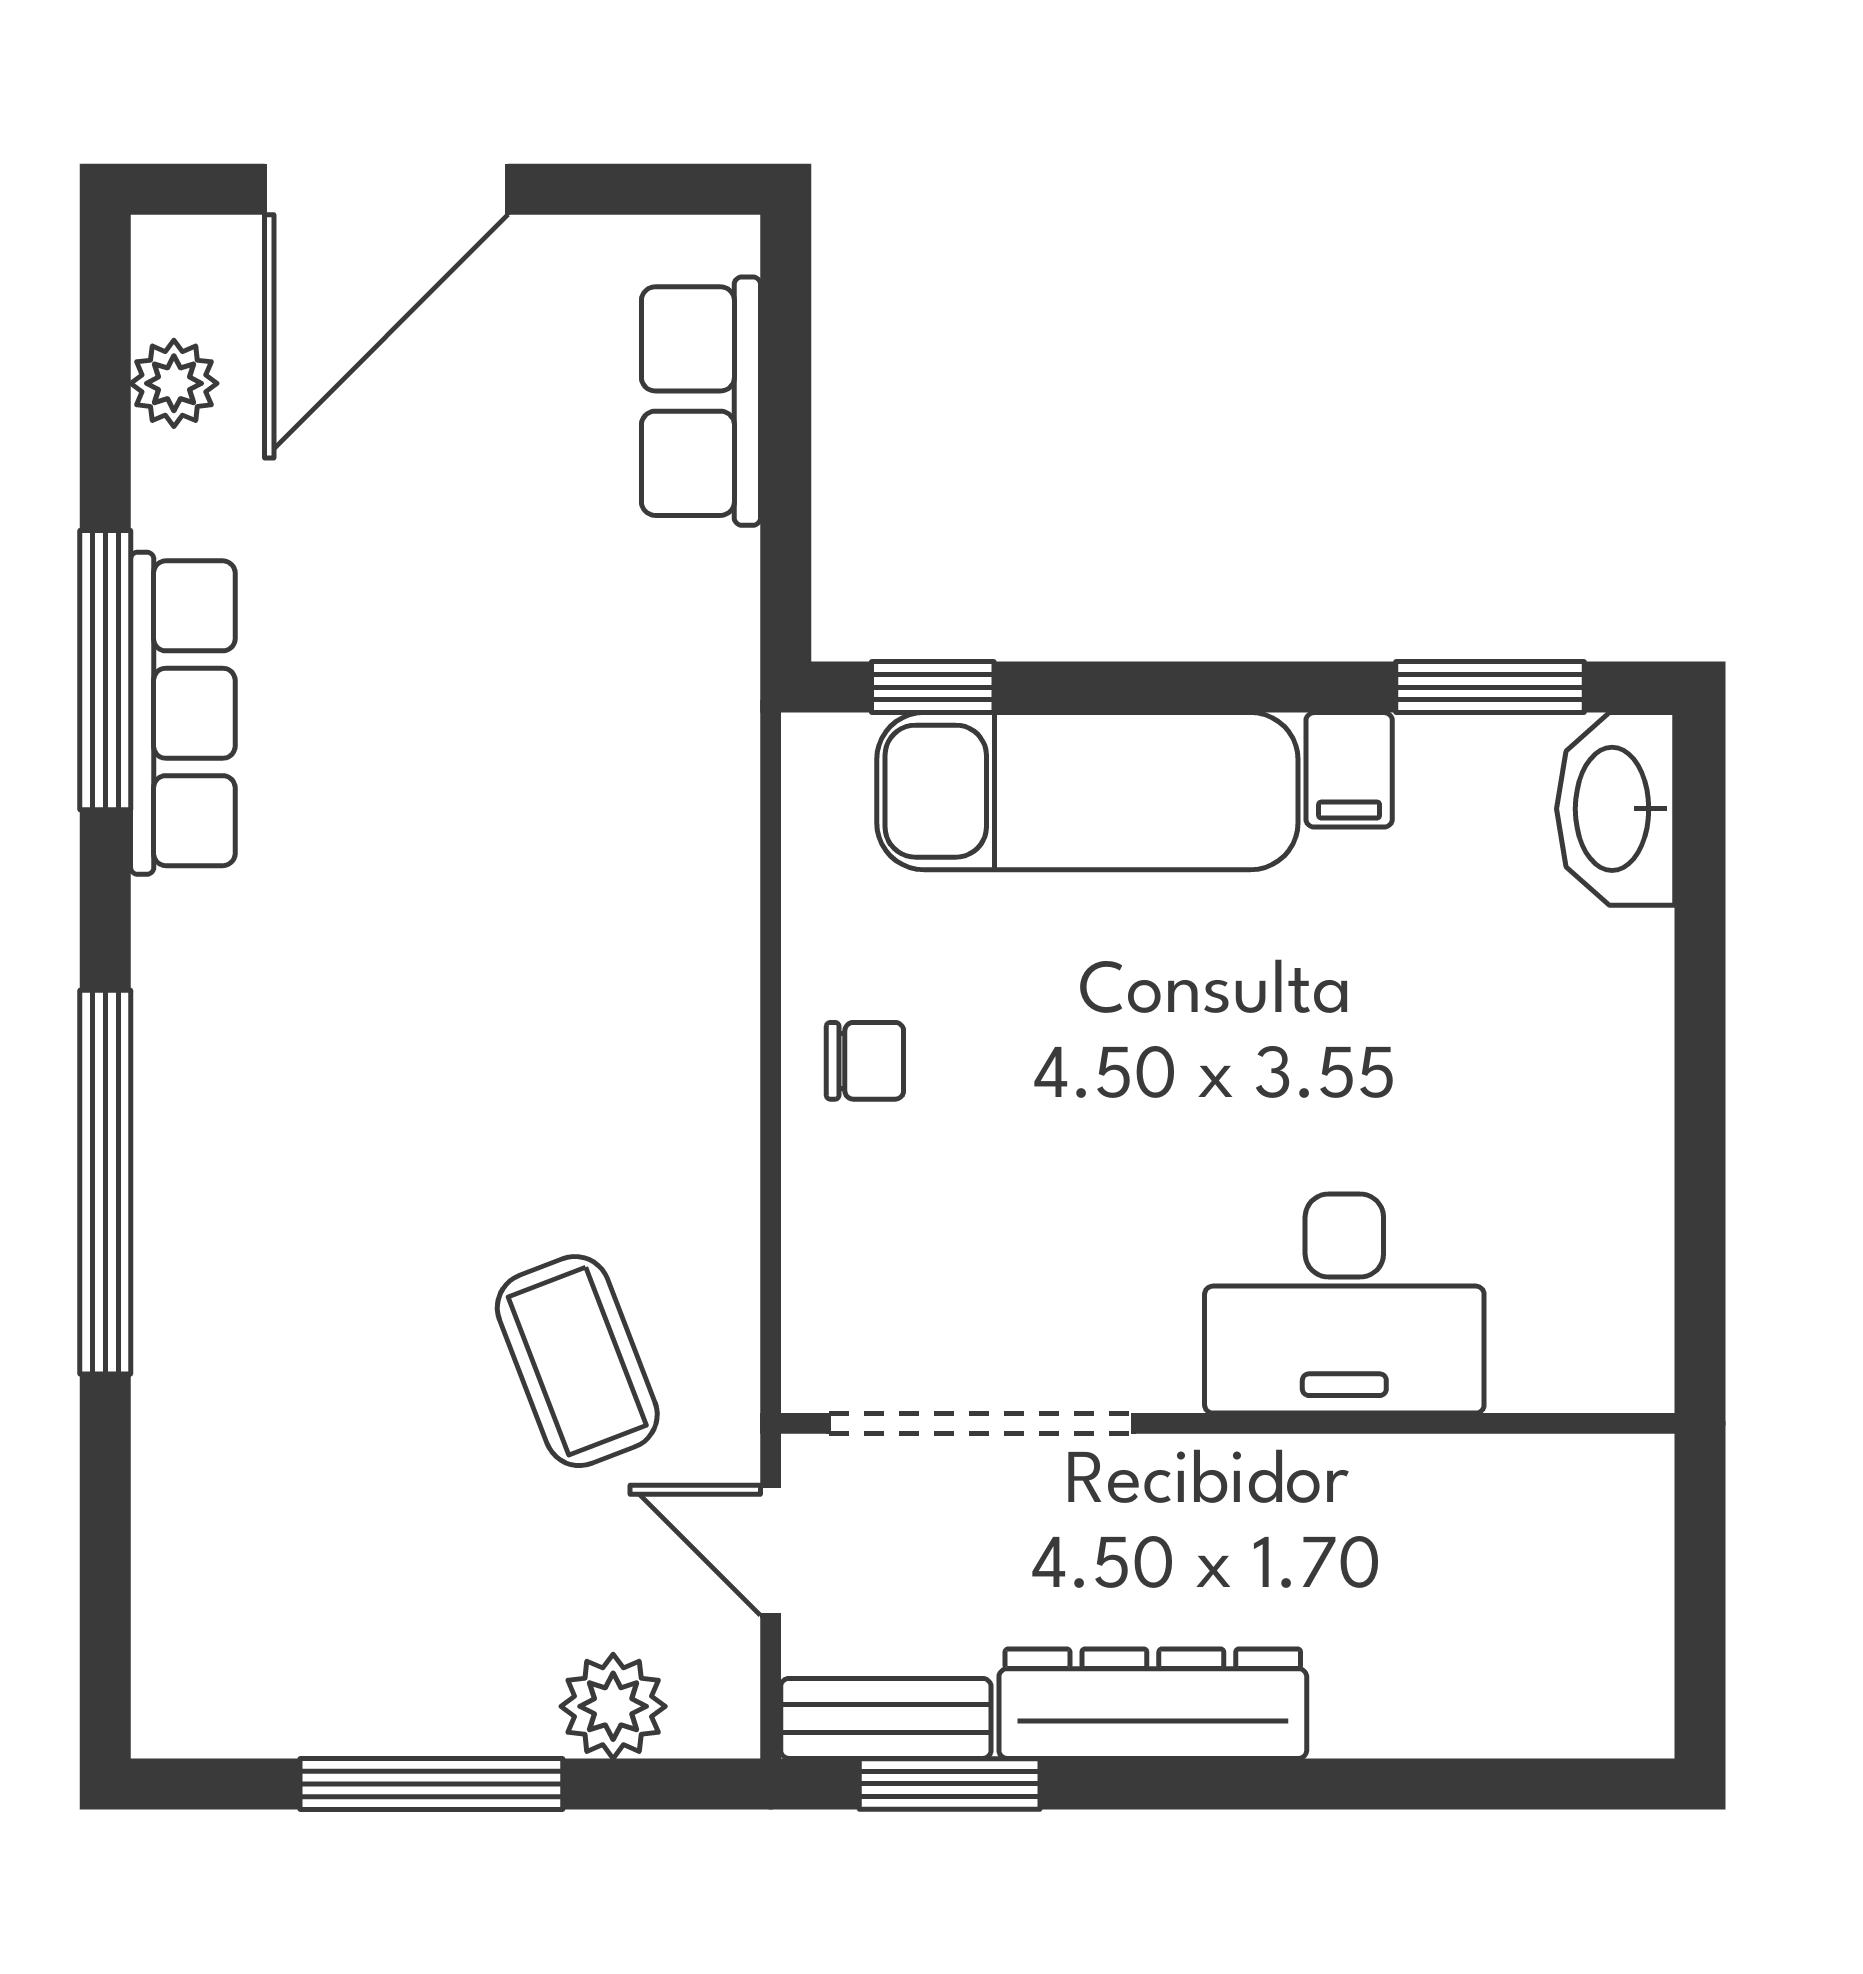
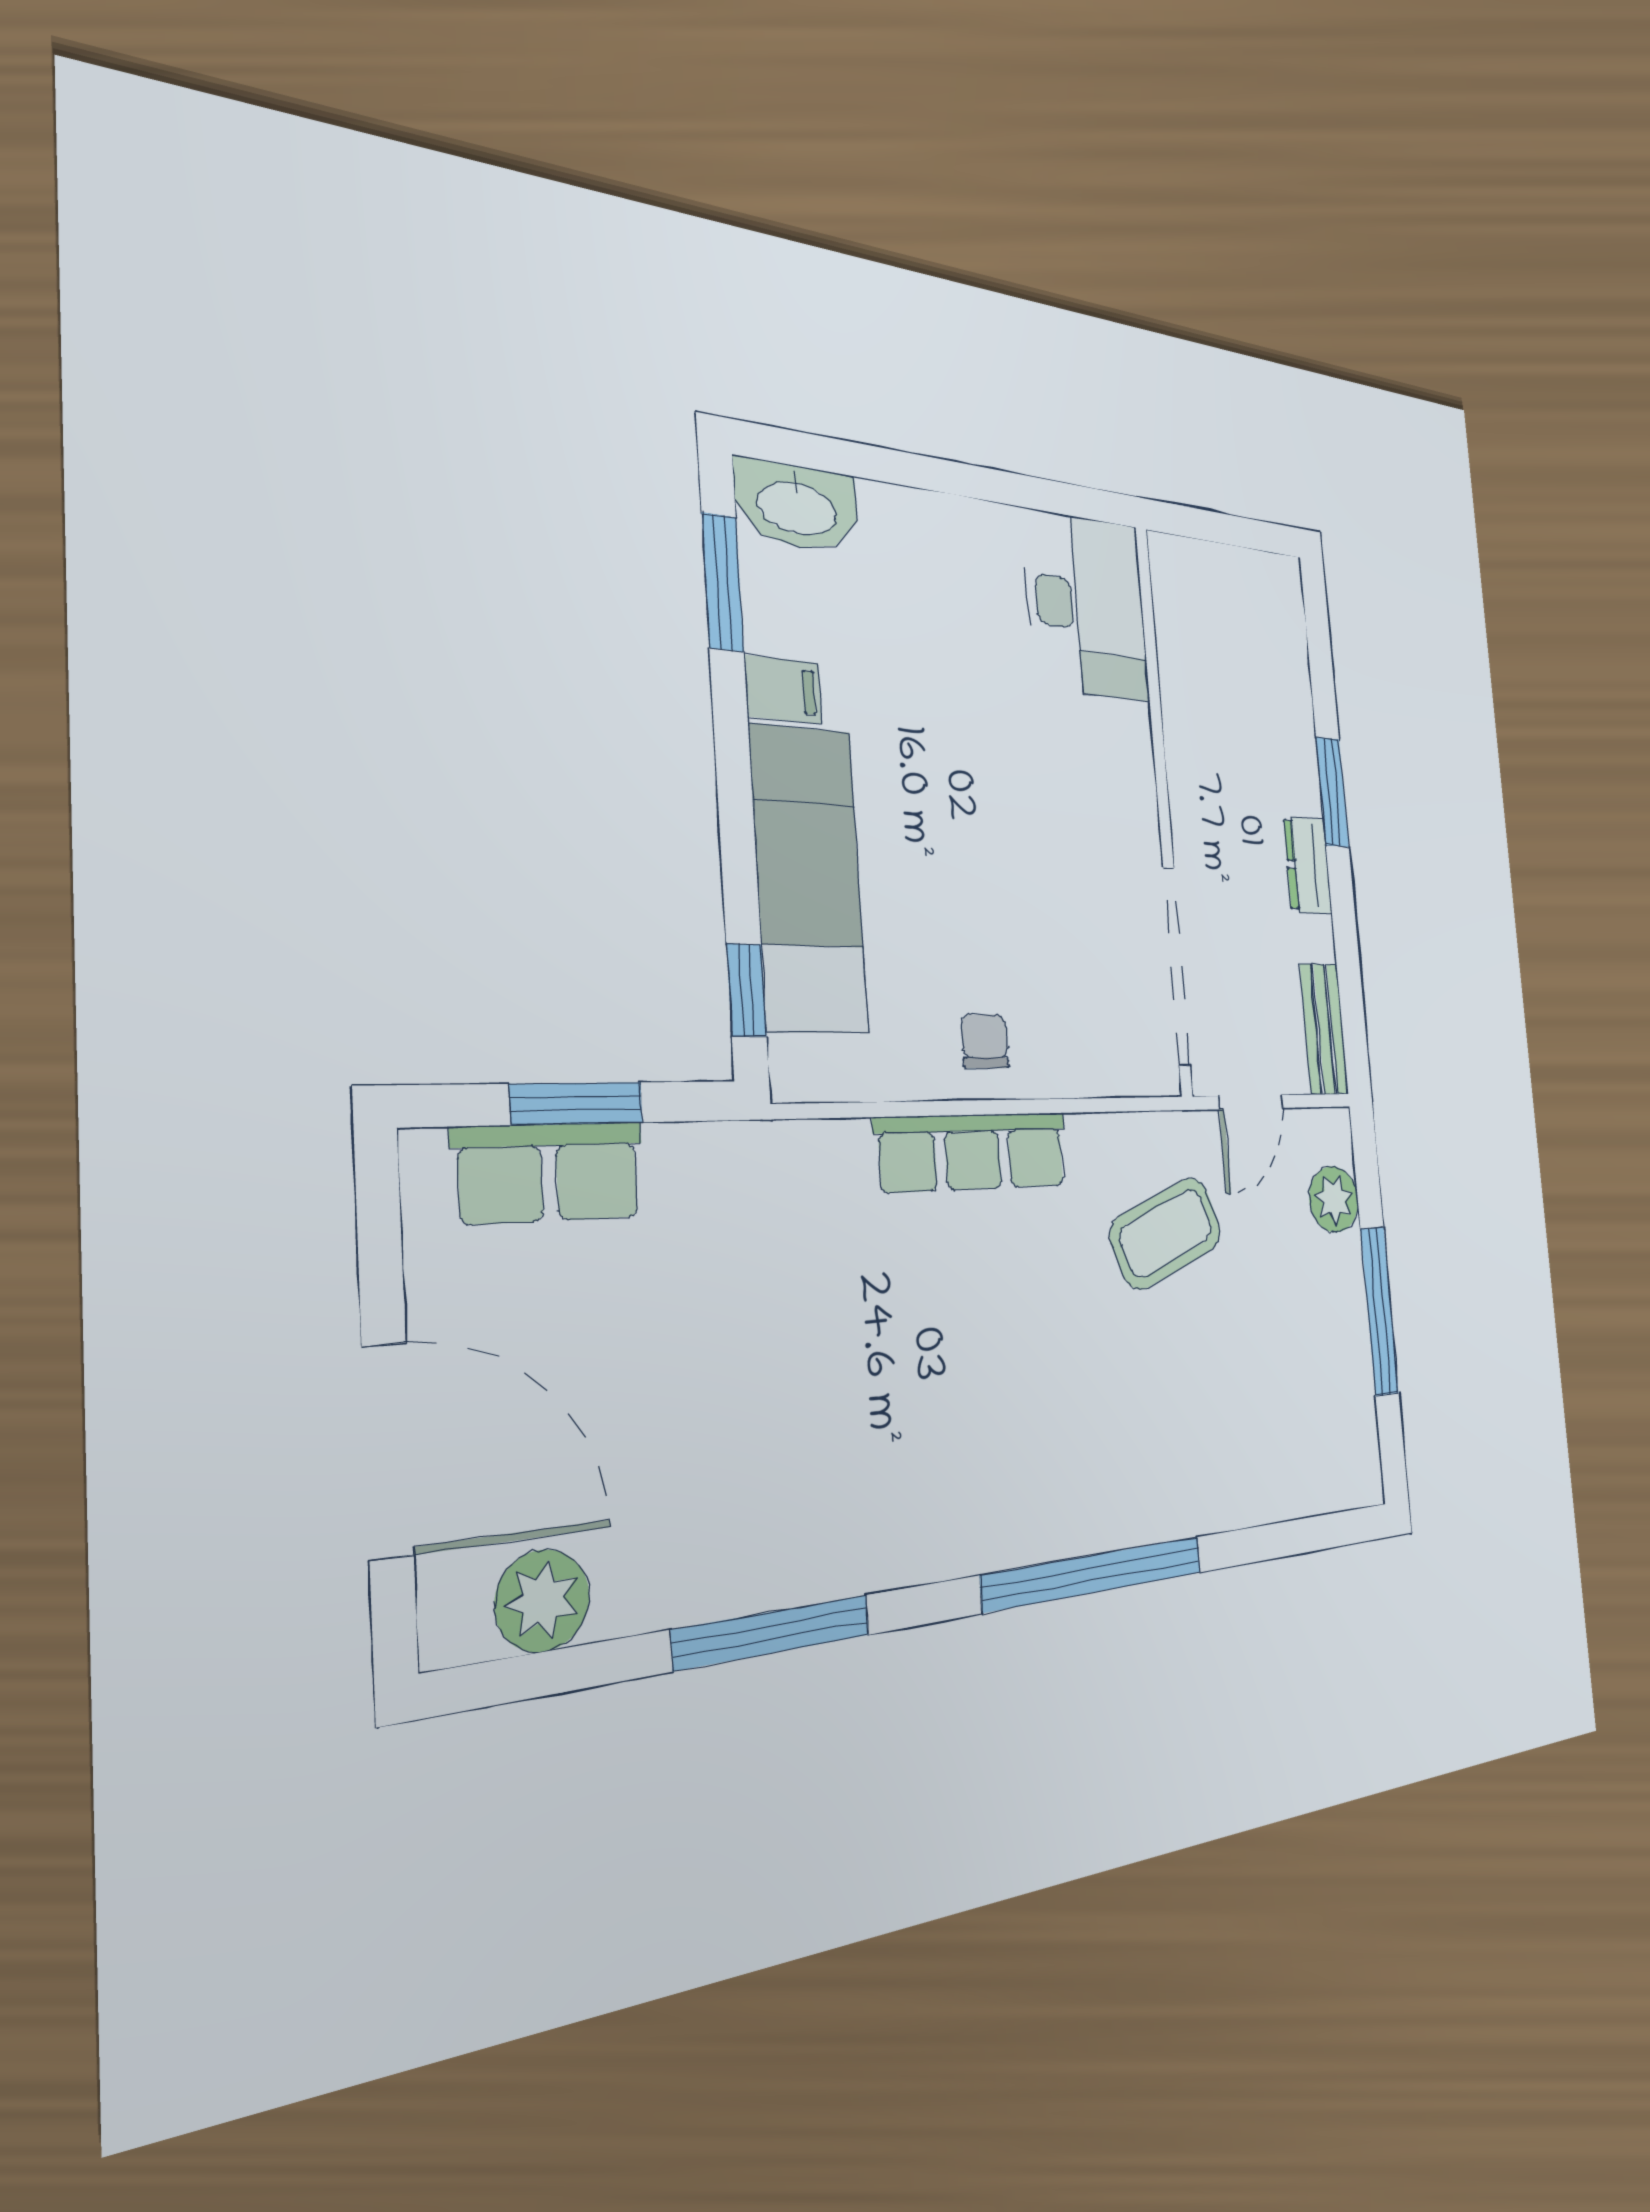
plant: (174, 383) -> (542, 1601), width x1.38, depth x1.38
window: (786, 442) -> (577, 1103), added
row of seats: (183, 713) -> (973, 1152), moved, turned 180
desk: (1344, 1304) -> (1086, 606), moved
dresser: (1153, 1704) -> (1308, 865), width x0.51, depth x0.80
window: (950, 1784) -> (1332, 792), moved

